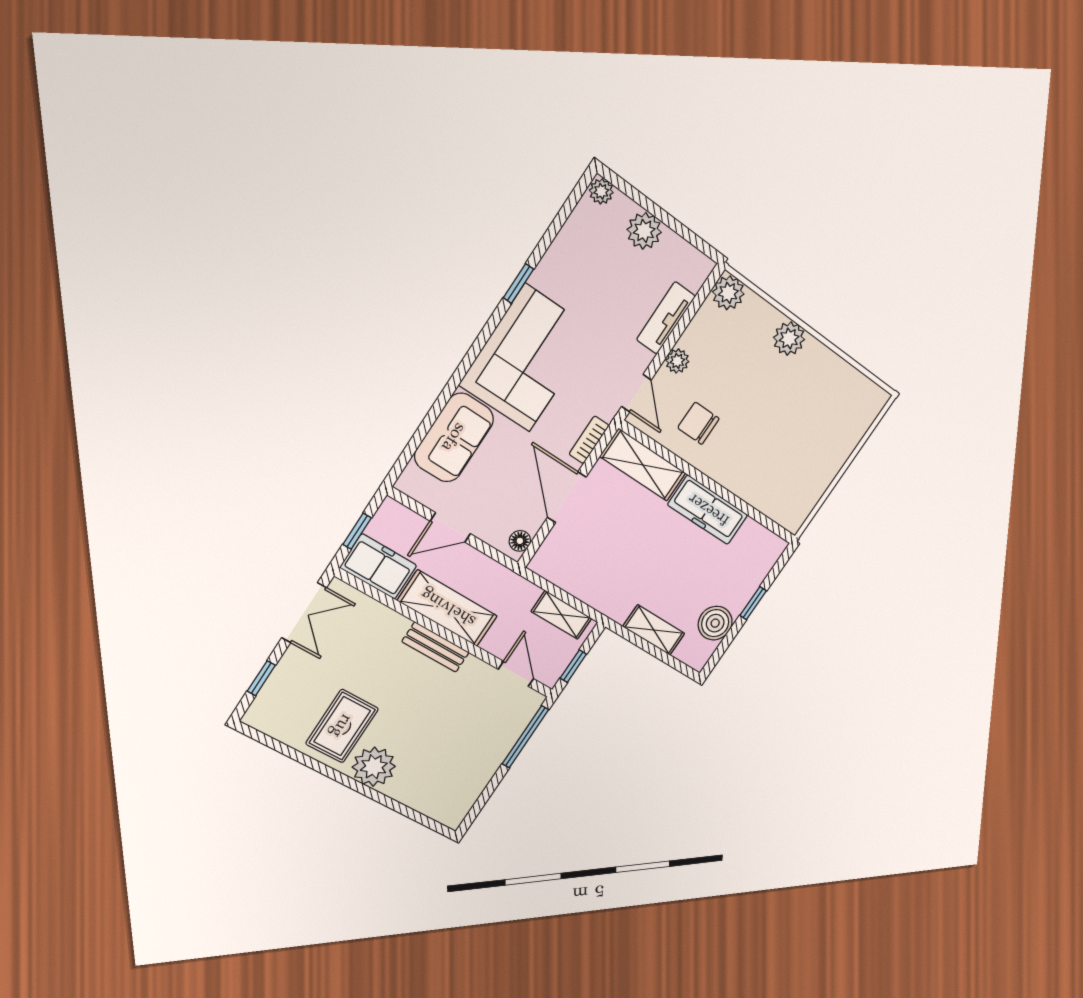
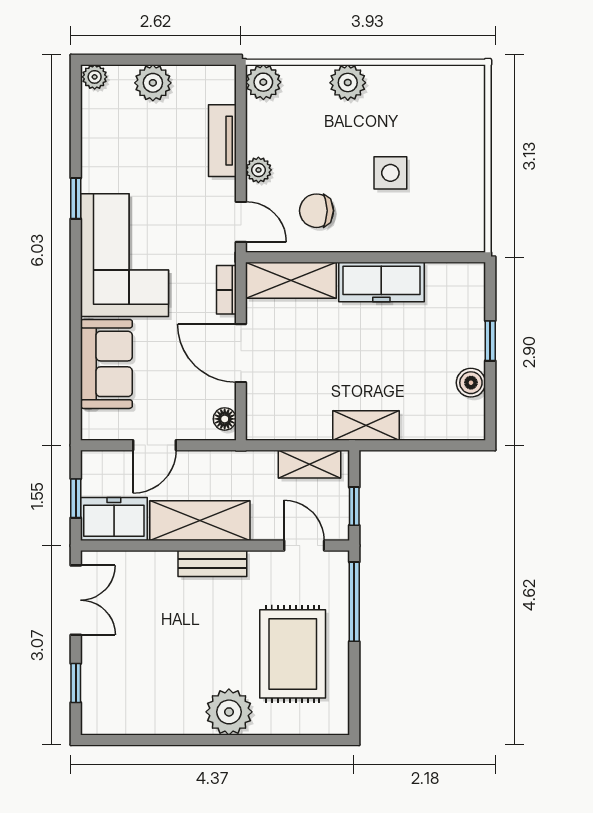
side table: (771, 431) -> (390, 173), added
boiler: (715, 623) -> (471, 383), width x0.73, depth x0.73
shelving: (654, 630) -> (366, 425), moved
rug: (342, 726) -> (293, 654), moved, width x1.36, depth x1.43

